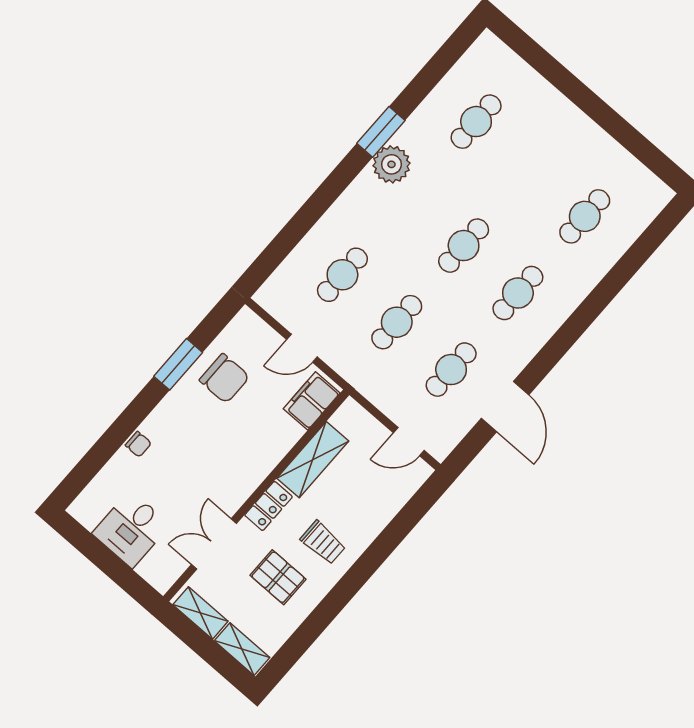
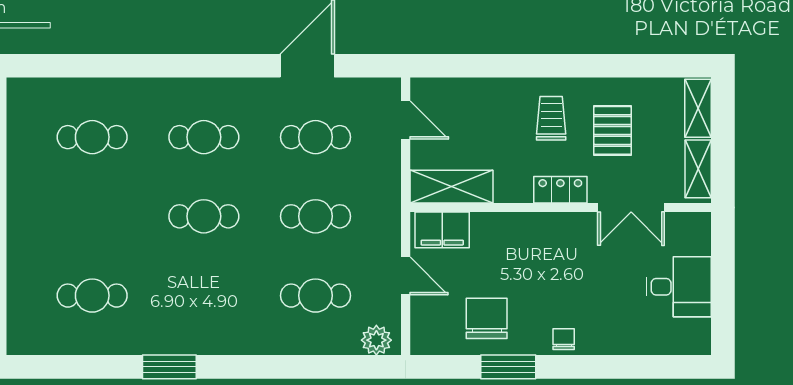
plant: (391, 164) -> (376, 340), moved, width x0.73, depth x0.73
chair: (138, 444) -> (564, 339), moved
shelving: (313, 460) -> (451, 187), moved

